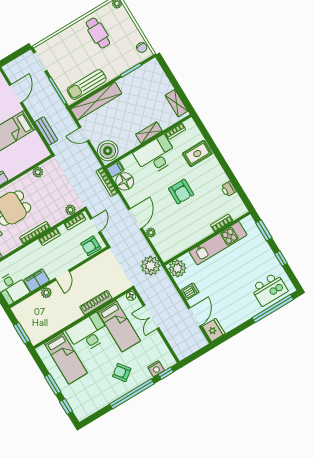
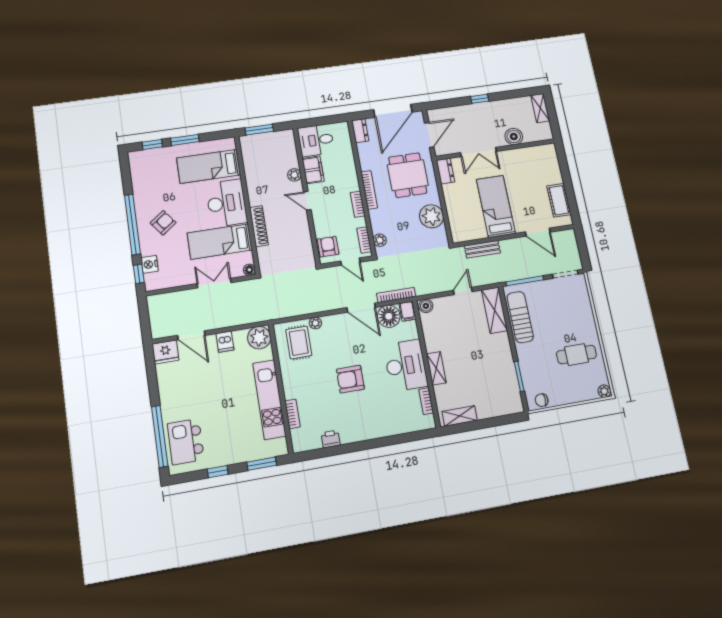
shelving: (96, 101) -> (494, 310), width x0.68
boiler: (108, 151) -> (426, 306), width x0.54, depth x0.54
rug: (197, 154) -> (299, 342), moved
plant: (38, 172) -> (431, 216), width x1.87, depth x1.87
door: (135, 219) -> (361, 308), moved
plant: (151, 266) -> (276, 307), removed

